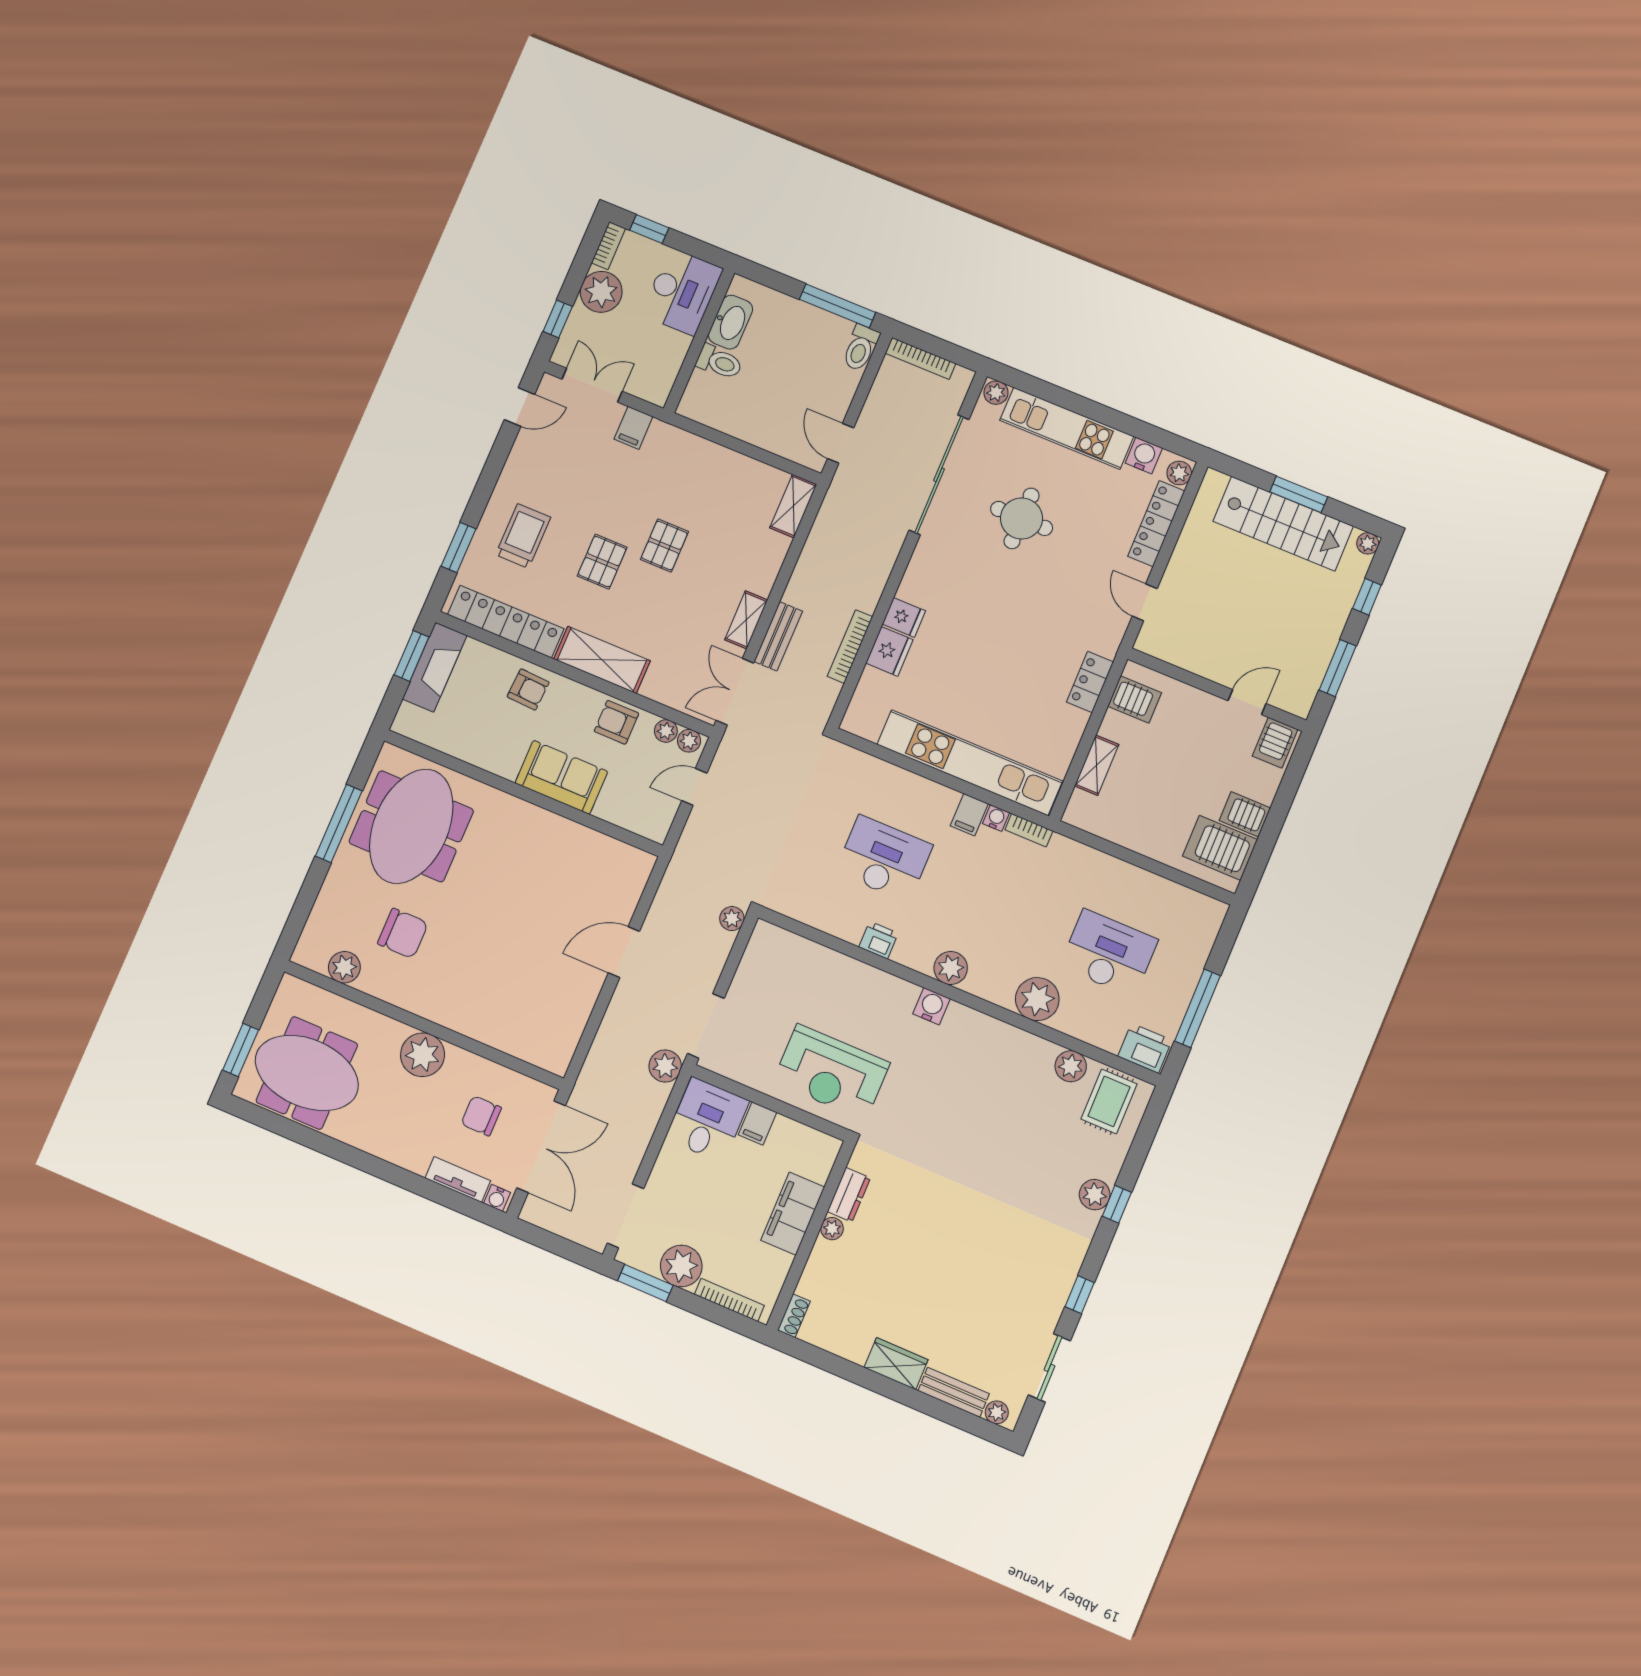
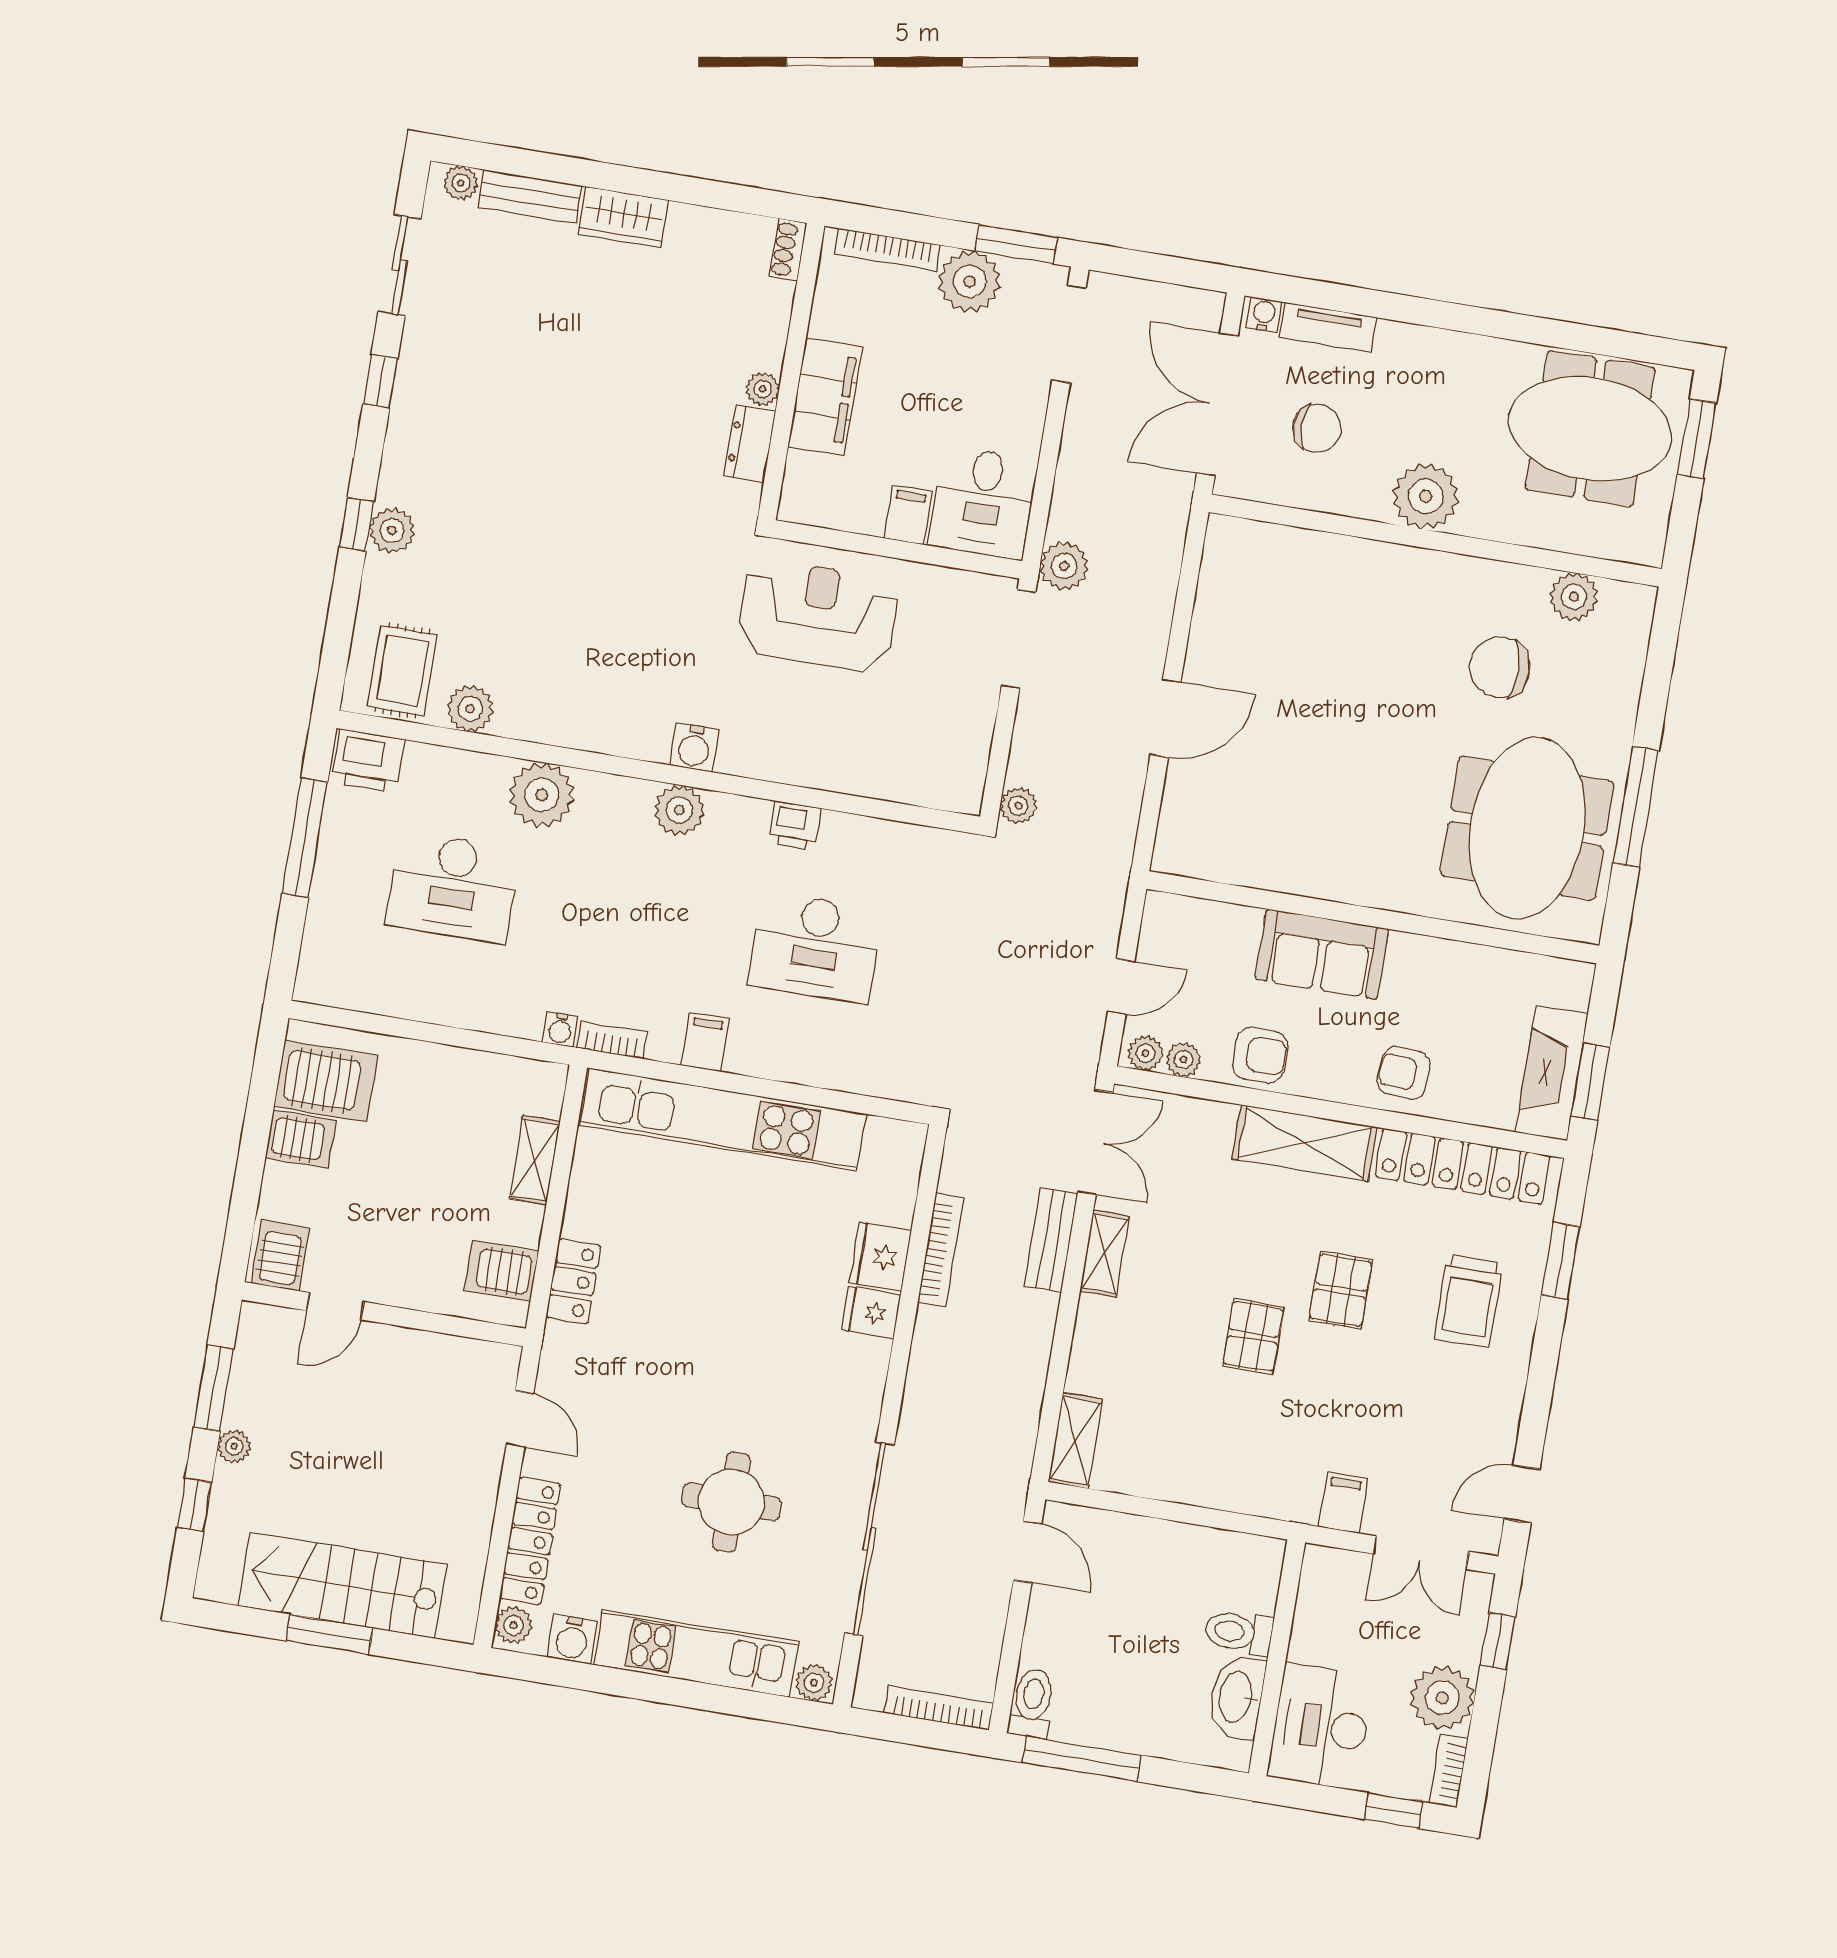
plant: (1368, 543) -> (234, 1446), moved
water cooler: (996, 818) -> (560, 1029), moved

